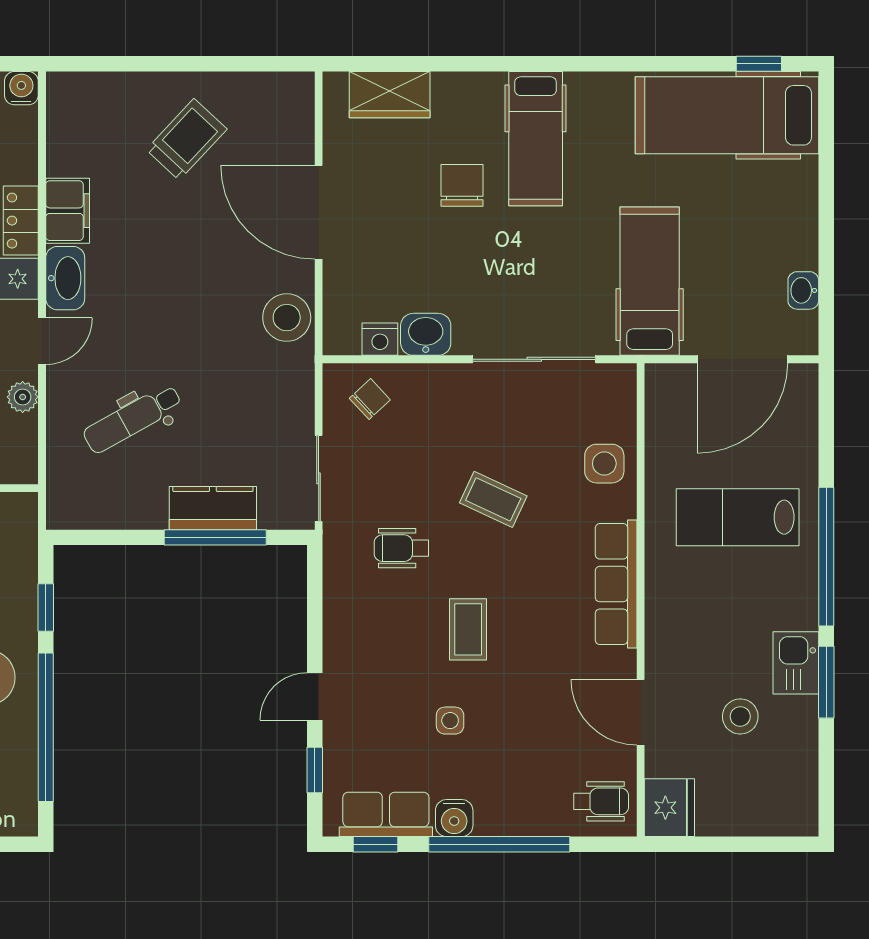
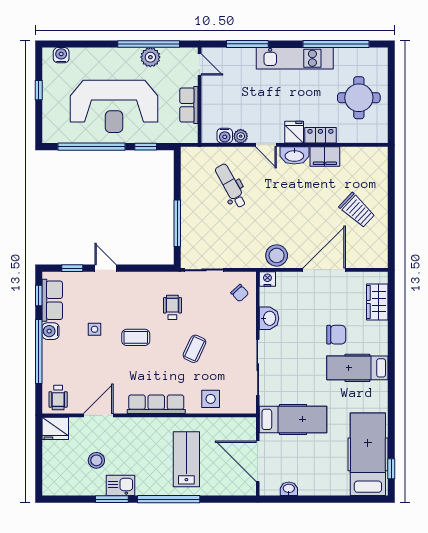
water cooler: (21, 88) -> (225, 136), moved, turned 90
nightstand: (380, 339) -> (267, 279), moved, turned 90
kitchen counter: (213, 508) -> (191, 222), removed

